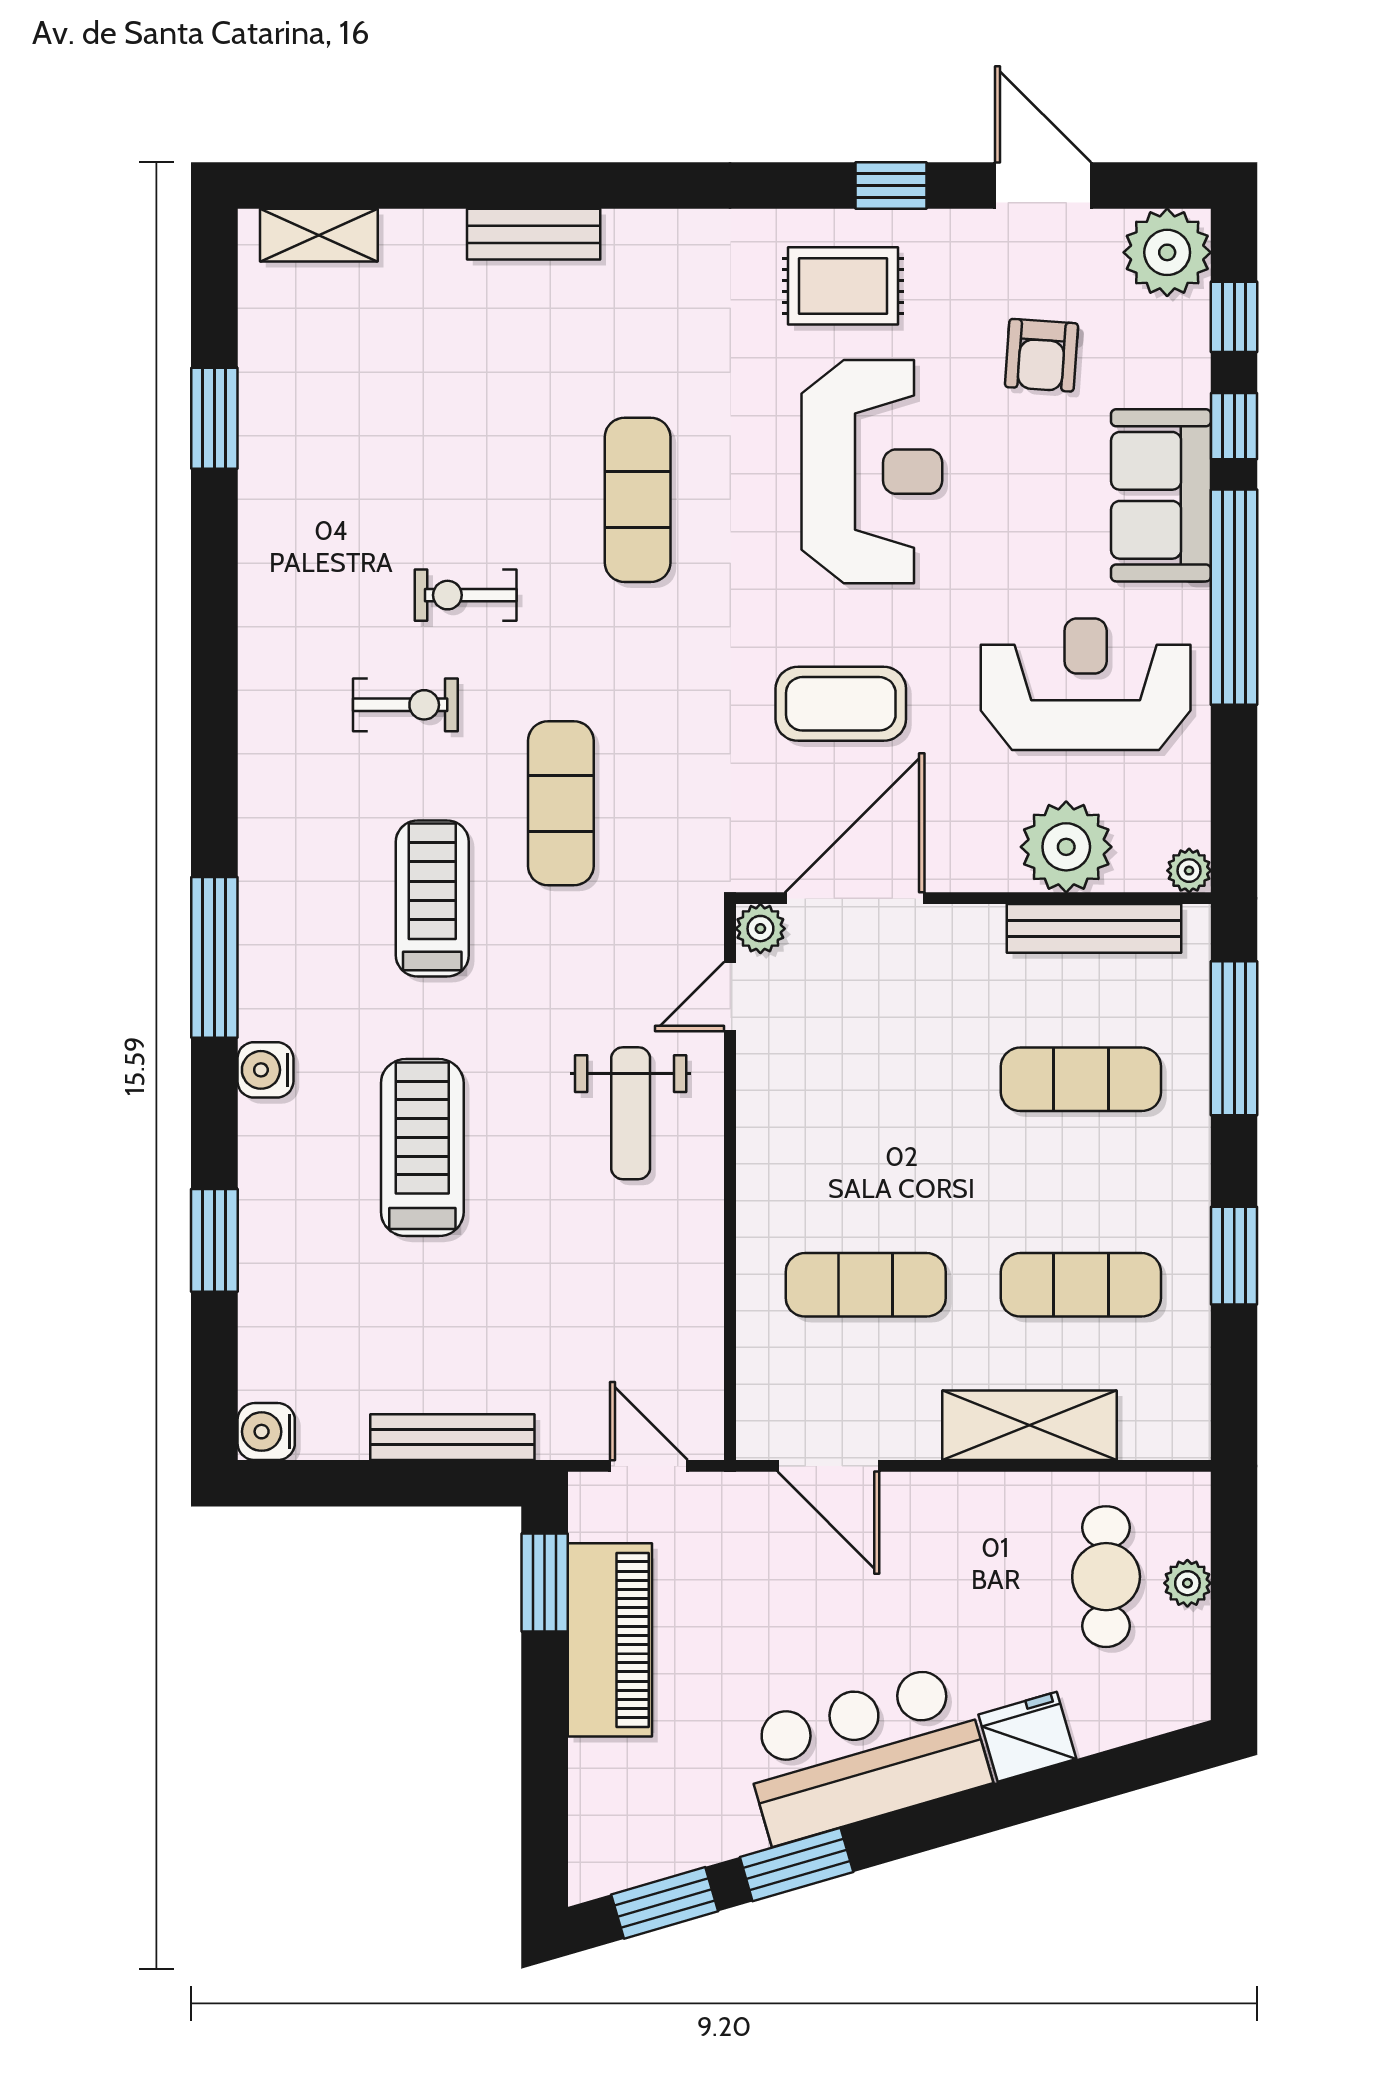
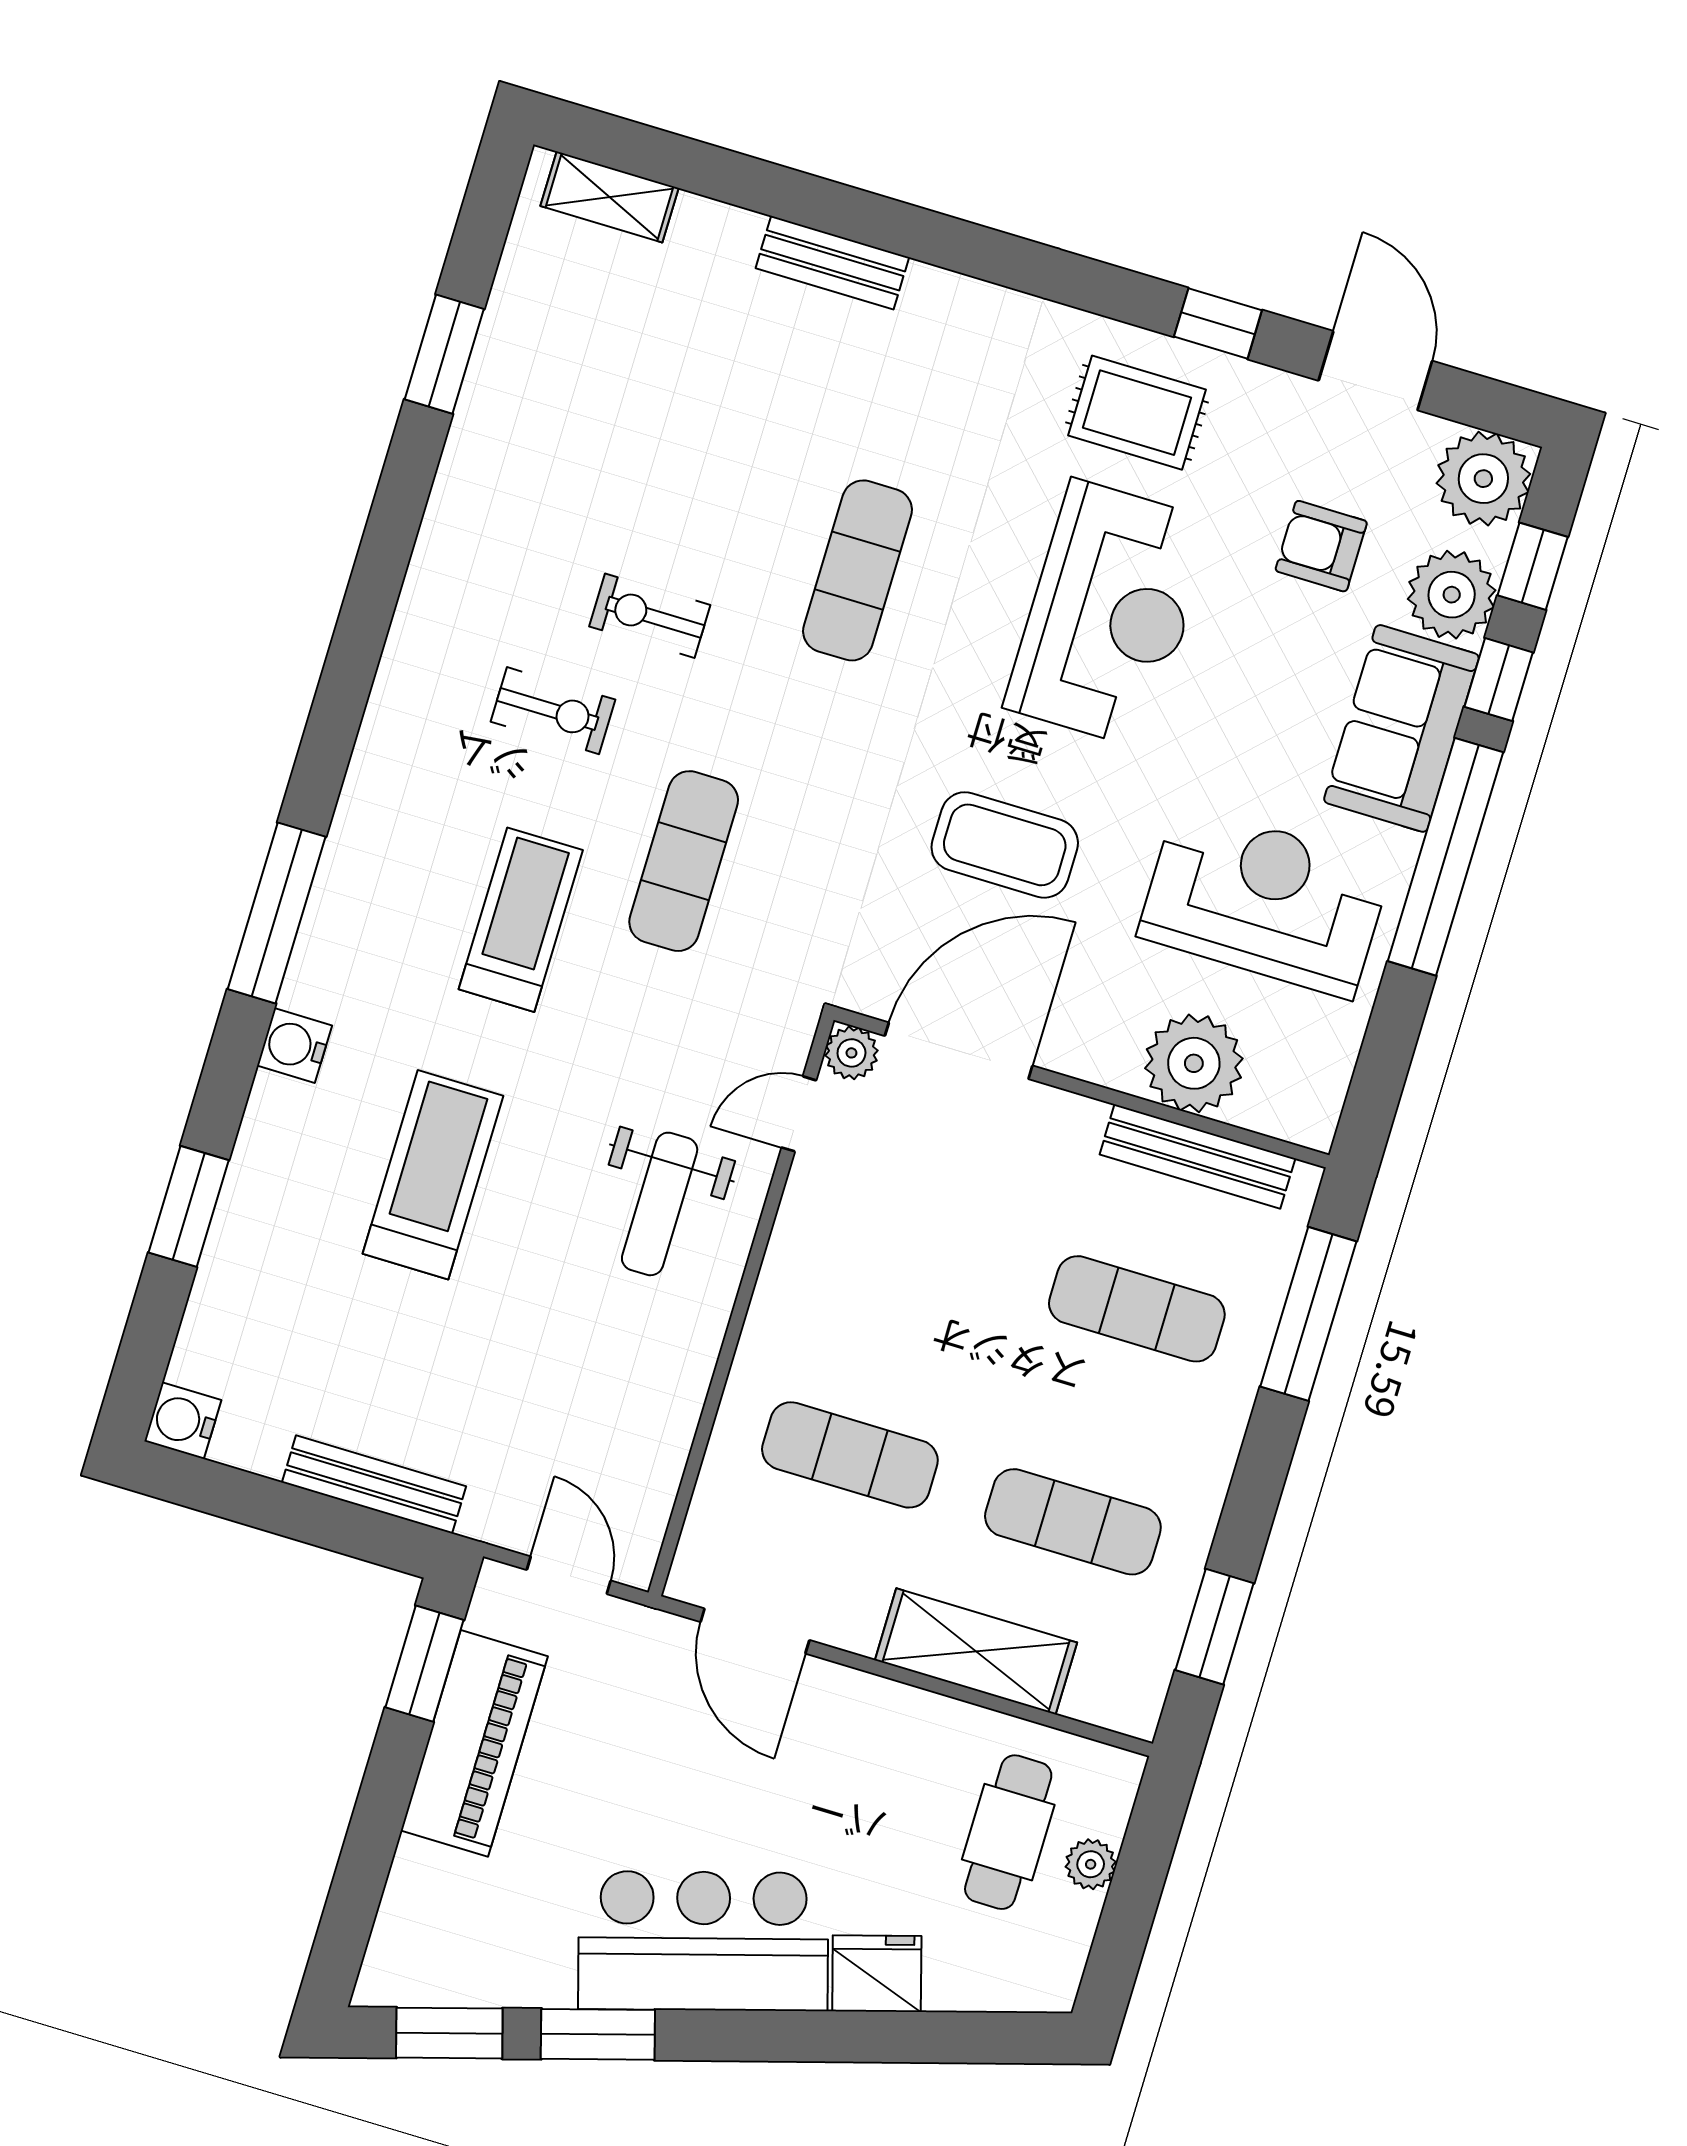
armchair: (1042, 355) -> (1321, 546), turned 86
plant: (1189, 871) -> (1452, 595), moved, width x1.88, depth x1.88
window: (1234, 1256) -> (1214, 1627), moved

